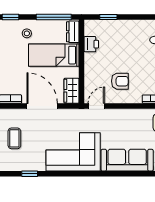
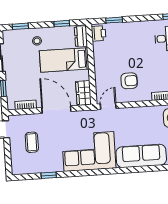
window: (54, 17) -> (62, 24), width x0.46
printer: (91, 44) -> (99, 33), moved

